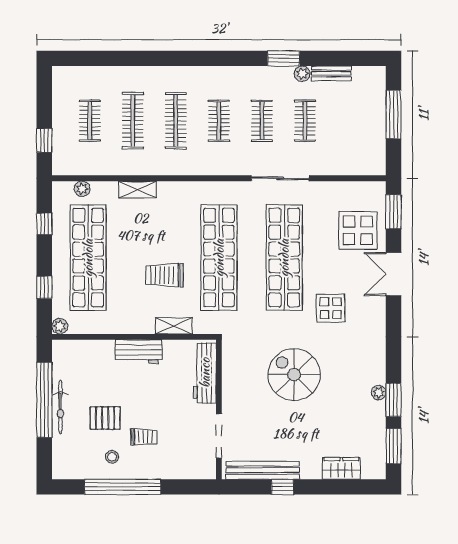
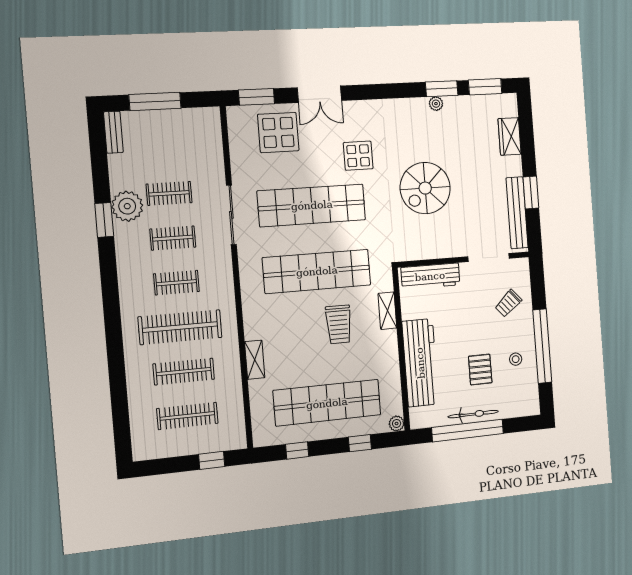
bench: (331, 73) -> (113, 132), moved
plant: (302, 74) -> (127, 206), width x1.88, depth x1.88
clothes rail: (90, 121) -> (187, 416), width x1.36
clothes rail: (176, 121) -> (180, 327), width x1.37, depth x1.31
plant: (82, 189) -> (259, 416), removed
workbench: (139, 352) -> (420, 363), width x1.88, depth x1.32
trolley: (144, 437) -> (508, 303), moved, turned -131
window: (282, 487) -> (531, 192), width x1.50

